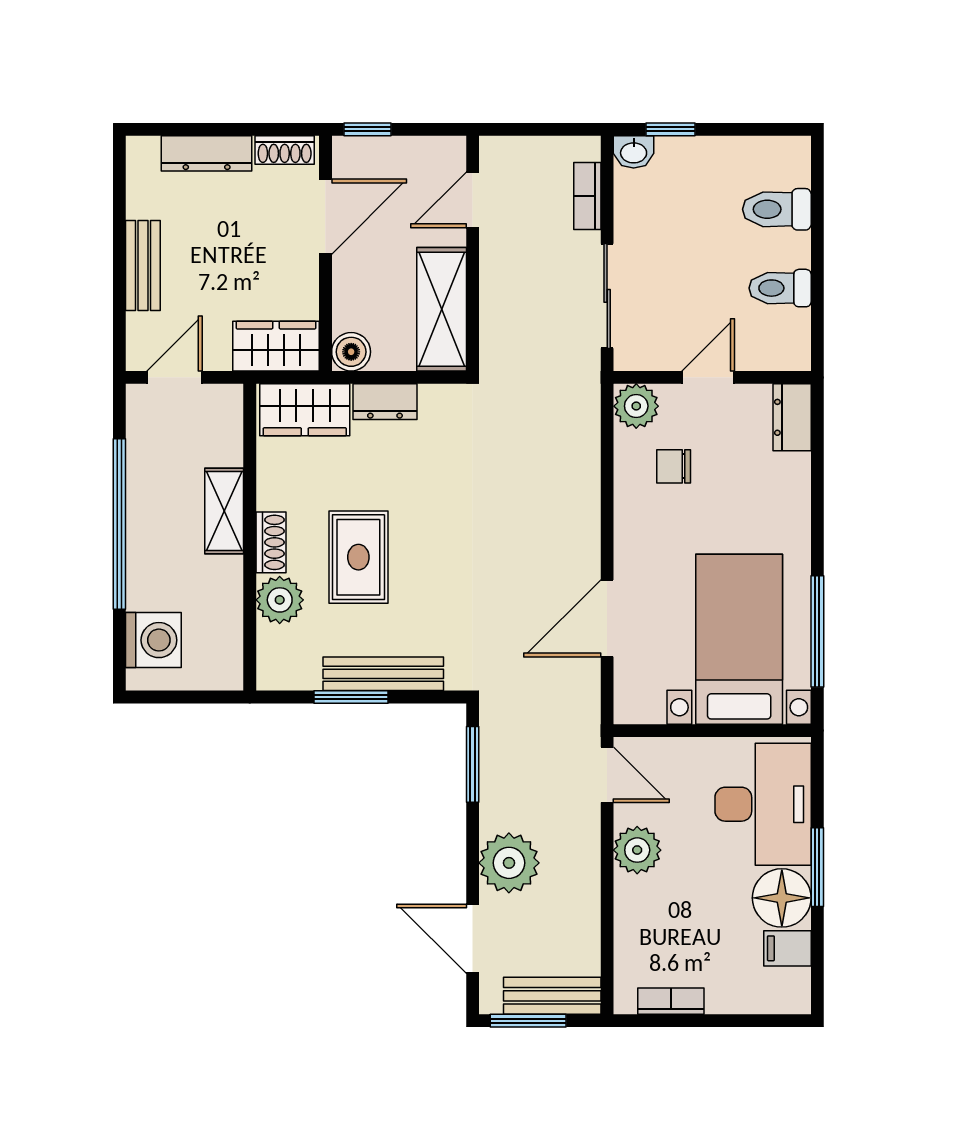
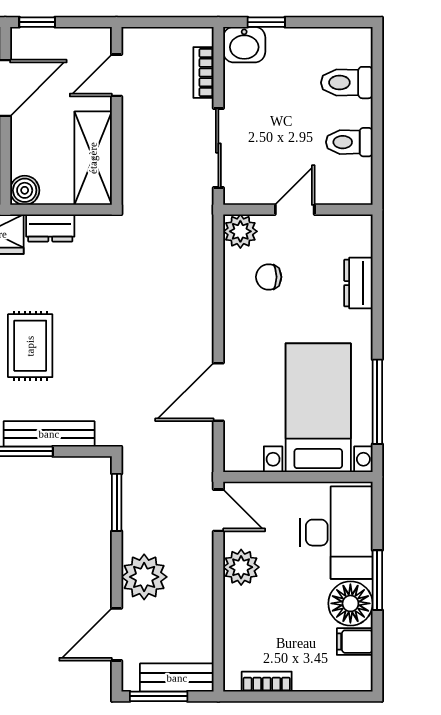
washbasin: (634, 152) -> (244, 45), width x1.38, depth x1.45
dresser: (792, 417) -> (358, 283), moved
door: (473, 939) -> (117, 634), hinge flipped

